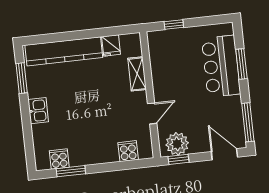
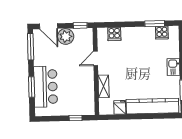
plant: (177, 144) -> (66, 36), moved

